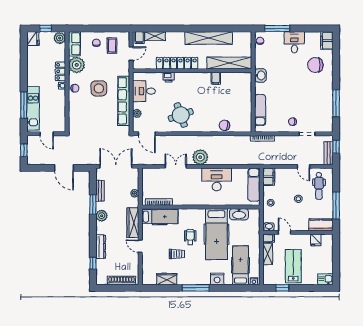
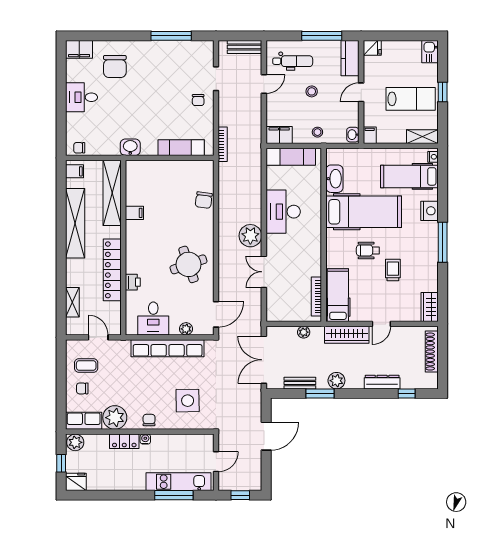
window: (277, 28) -> (61, 122), removed
filing cabinet: (139, 38) -> (75, 171), moved
side table: (99, 88) -> (188, 401), moved
window: (336, 147) -> (235, 36), removed
door: (284, 232) -> (361, 92), moved
fridge: (316, 240) -> (372, 48), moved
shelving: (268, 254) -> (422, 137), moved
lab bench: (293, 266) -> (411, 99), turned 180
wardrobe: (167, 279) -> (430, 307), moved
window: (282, 288) -> (443, 92), moved

